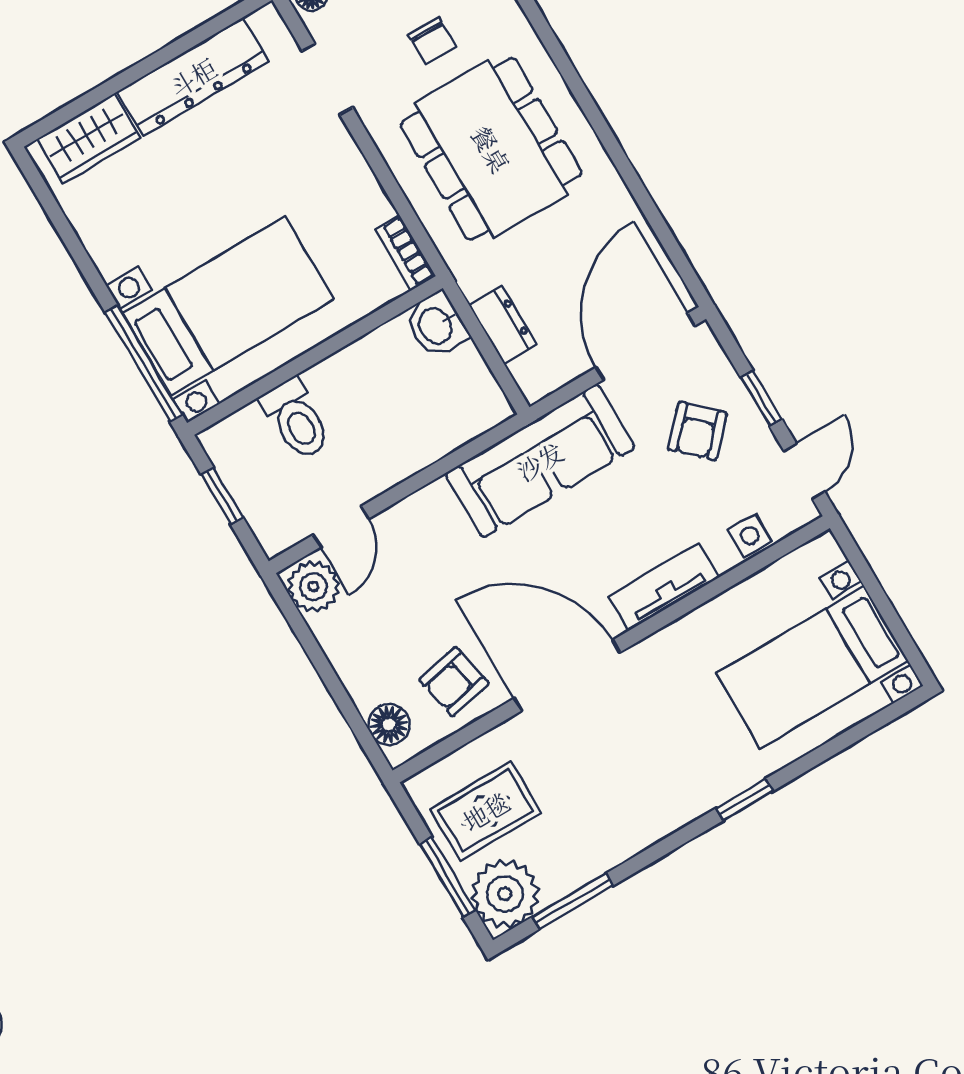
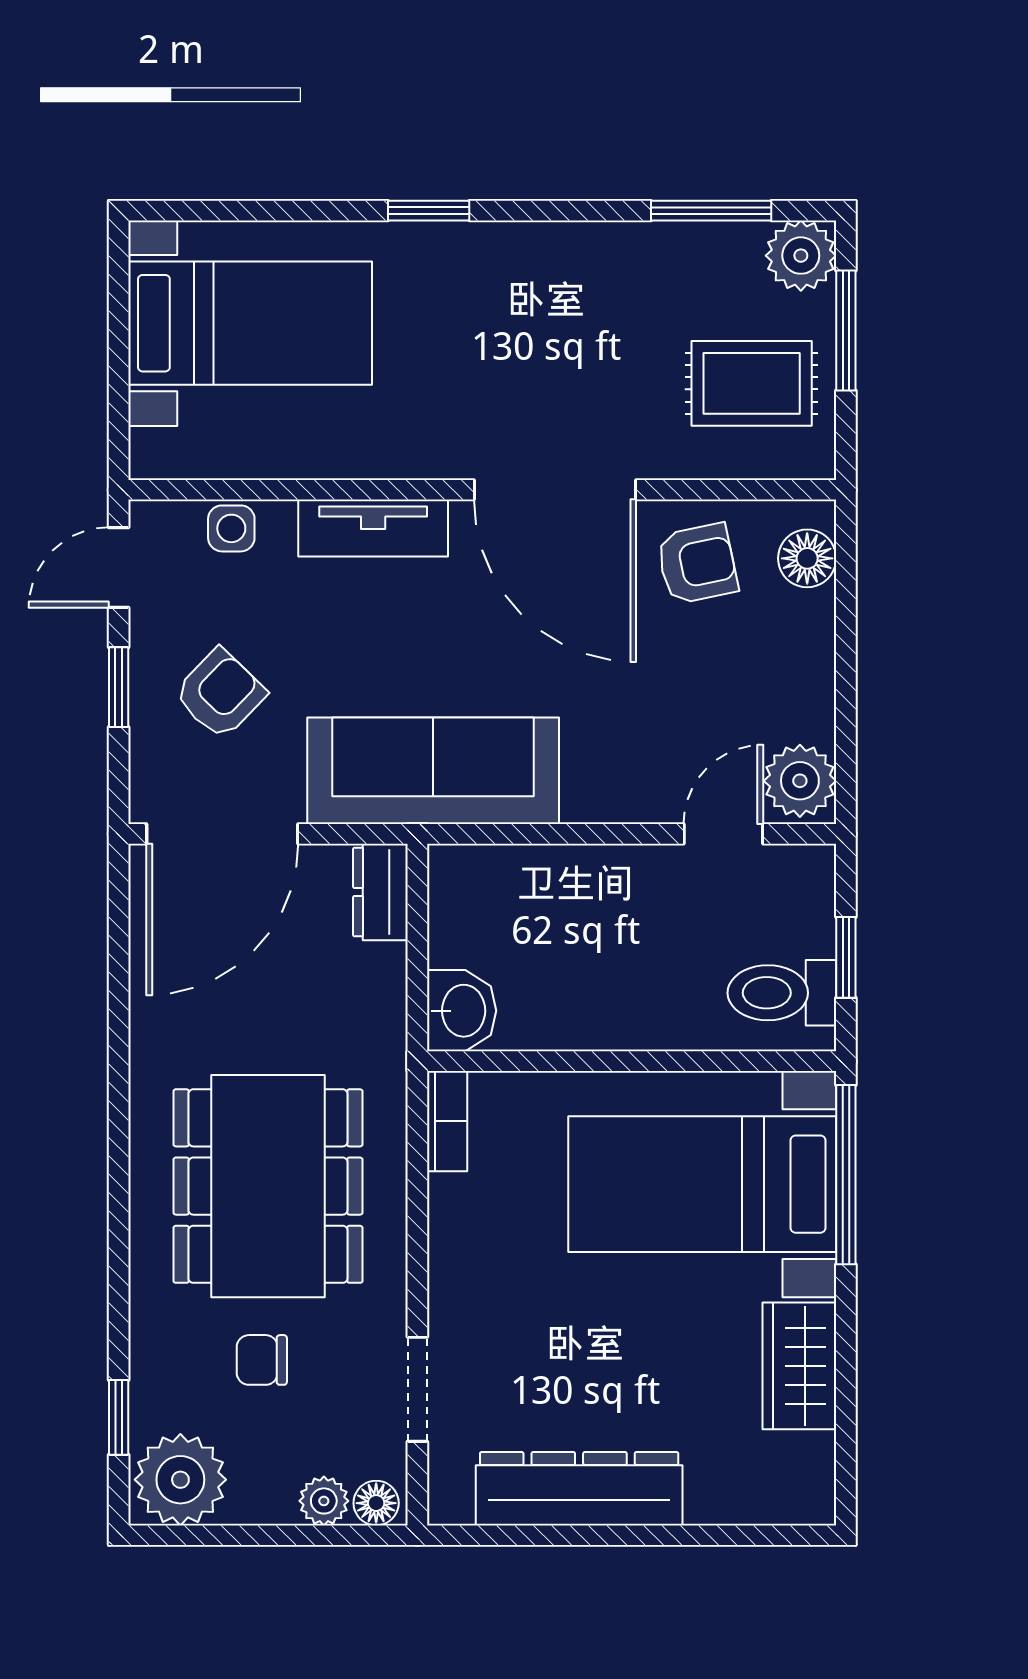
chair: (432, 41) -> (262, 1360), turned -90
wardrobe: (89, 139) -> (799, 1366), moved, turned -90
dresser: (503, 325) -> (380, 892), moved
toilet: (296, 419) -> (782, 993), moved, turned -90
plant: (505, 894) -> (801, 256), width x0.73, depth x0.73

